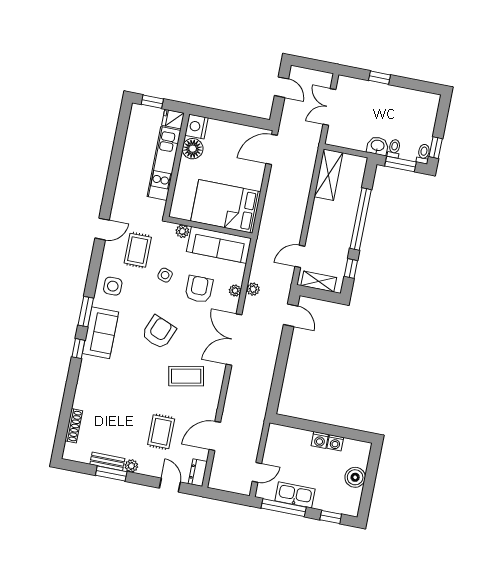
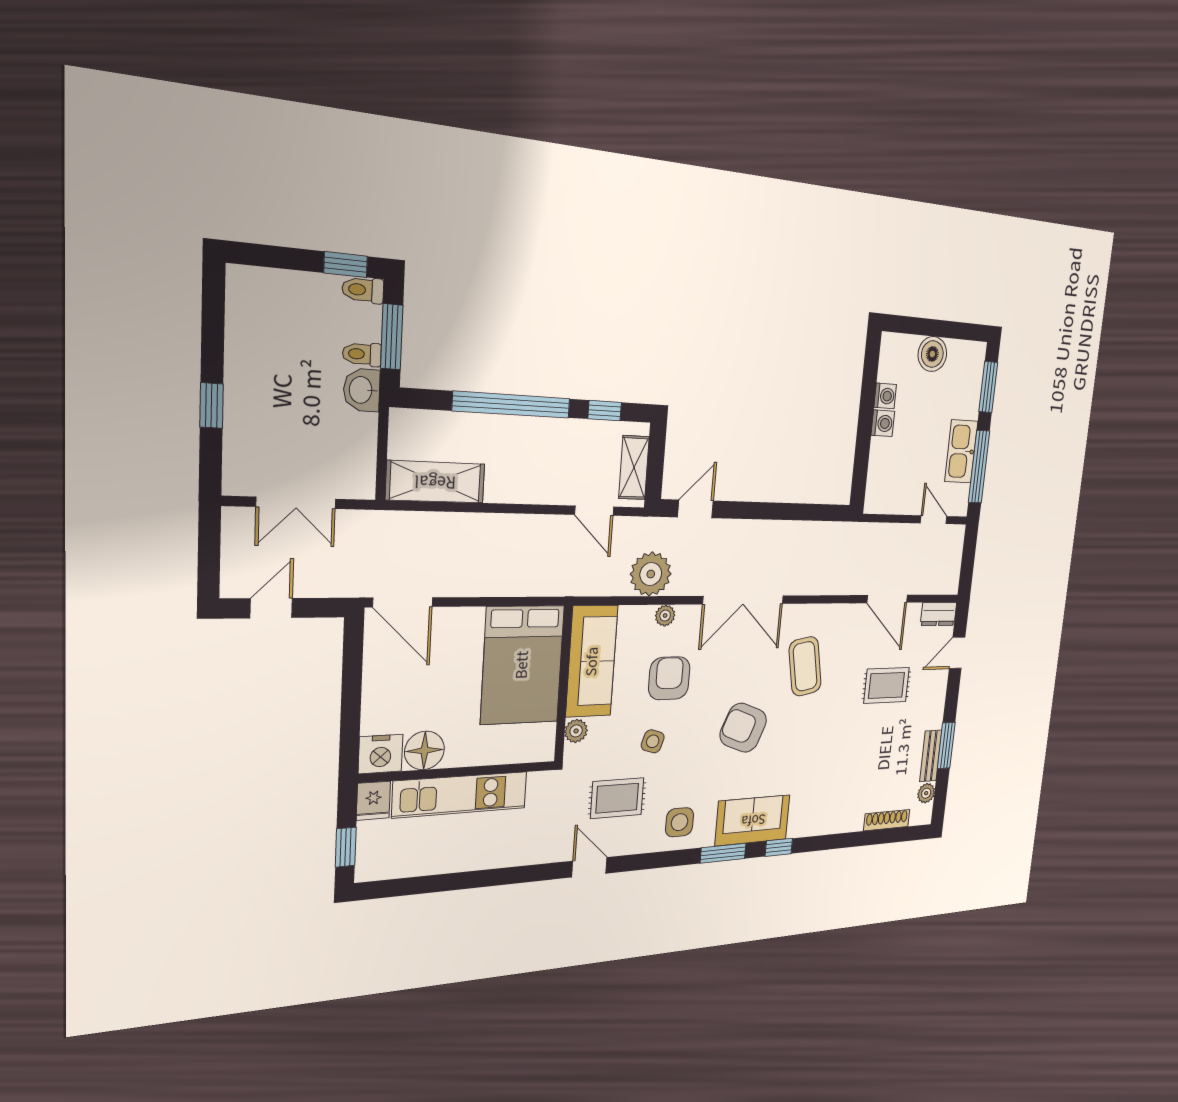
armchair: (199, 289) -> (669, 678), turned 90
plant: (253, 289) -> (651, 574), width x1.87, depth x1.87
plant: (131, 466) -> (926, 793), moved
window: (331, 517) -> (988, 387), width x1.50

